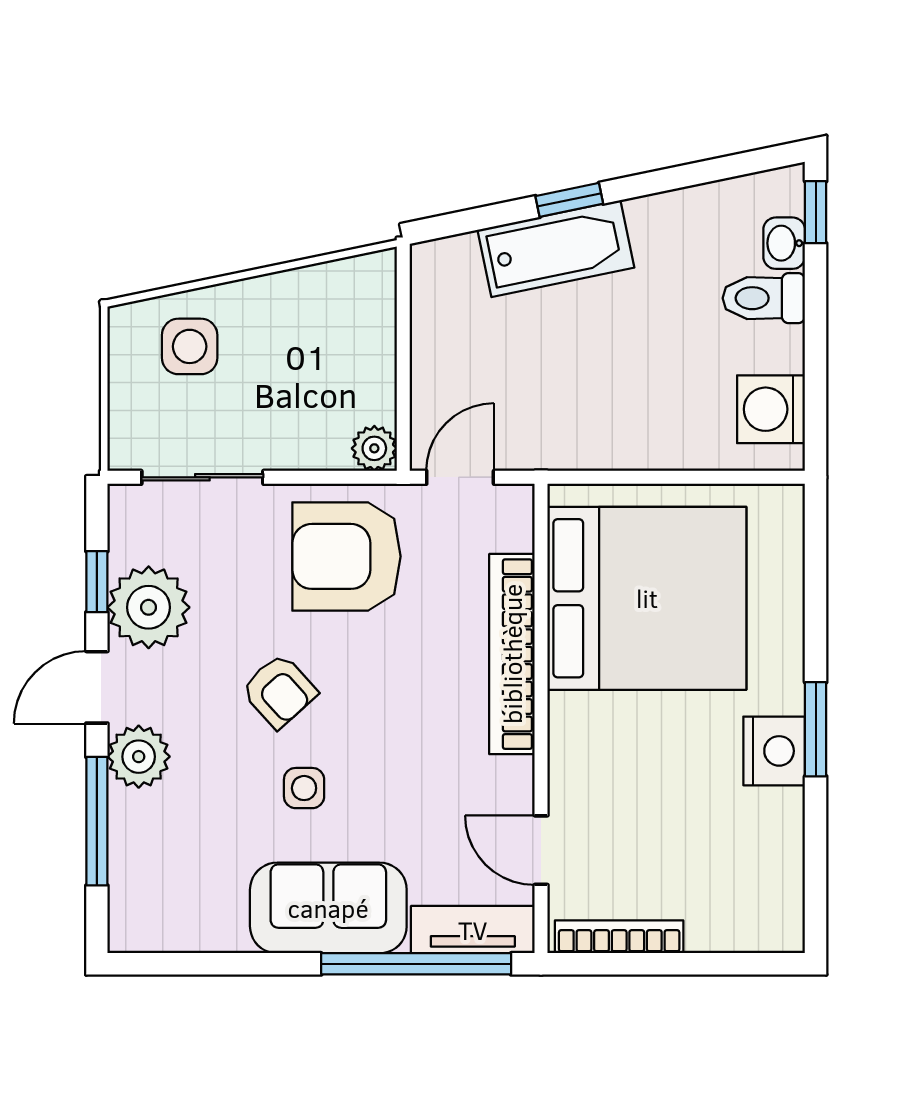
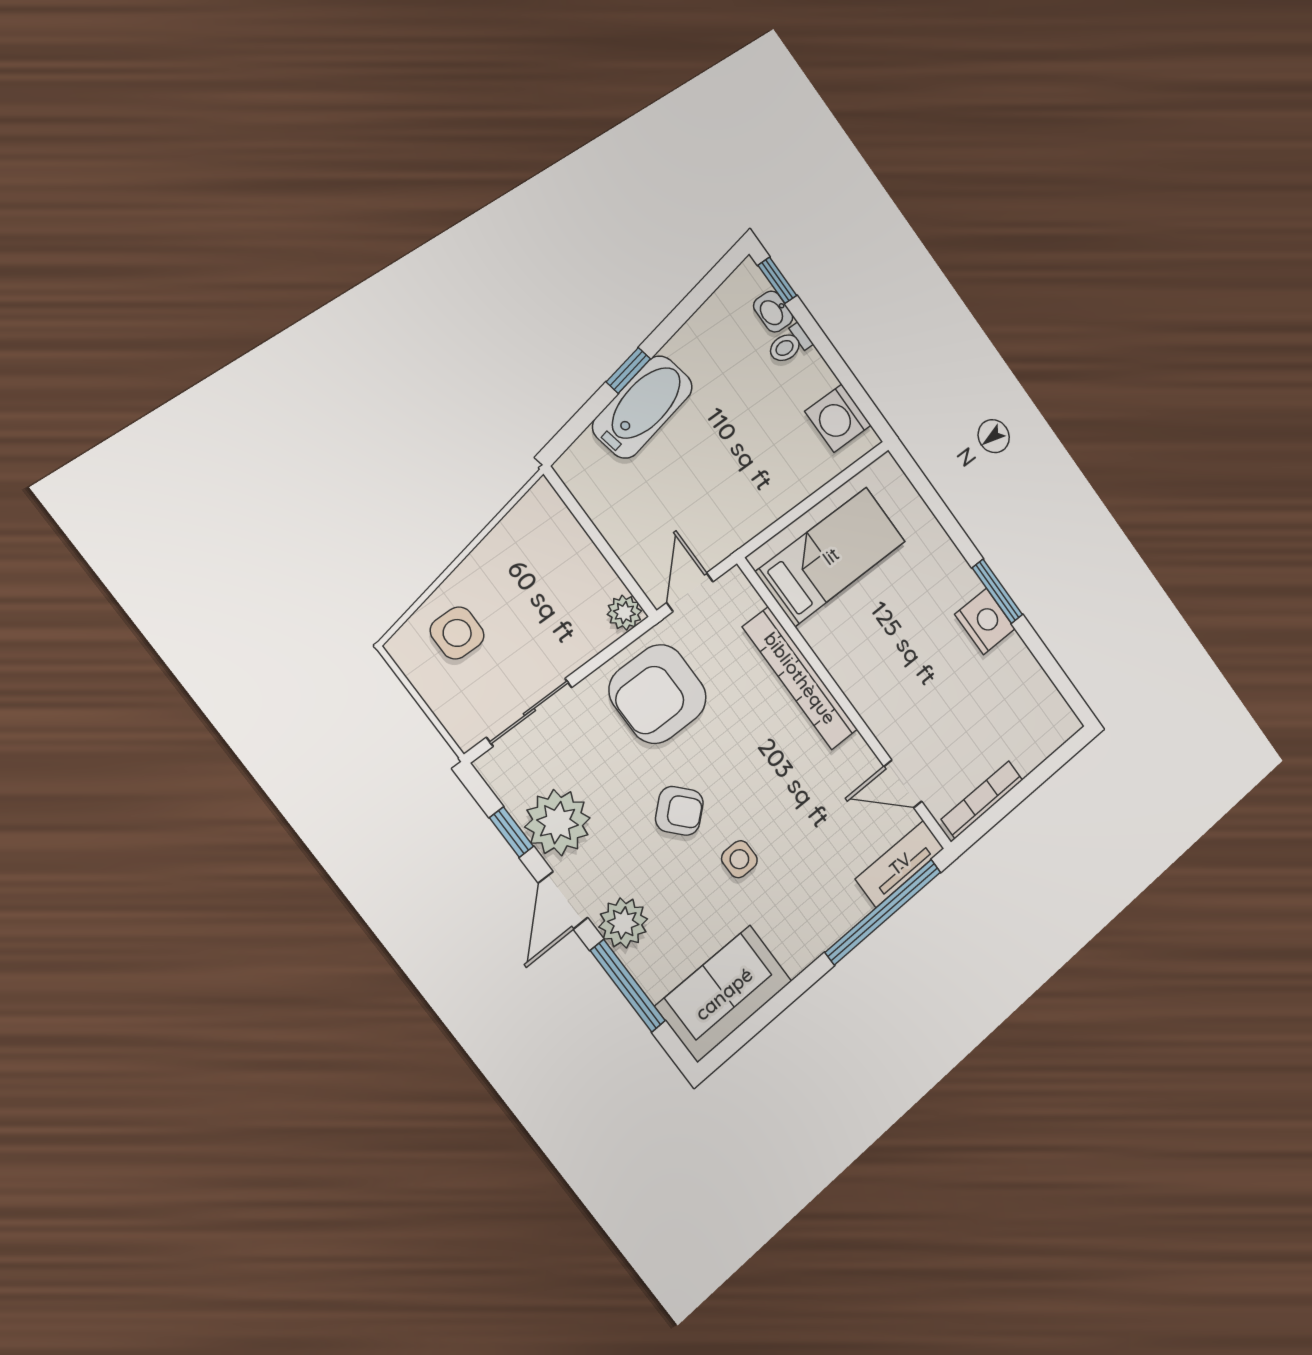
toilet: (764, 298) -> (789, 345), width x0.73, depth x0.72
bed: (647, 598) -> (831, 556), width x0.49
sofa: (328, 908) -> (724, 994), moved

